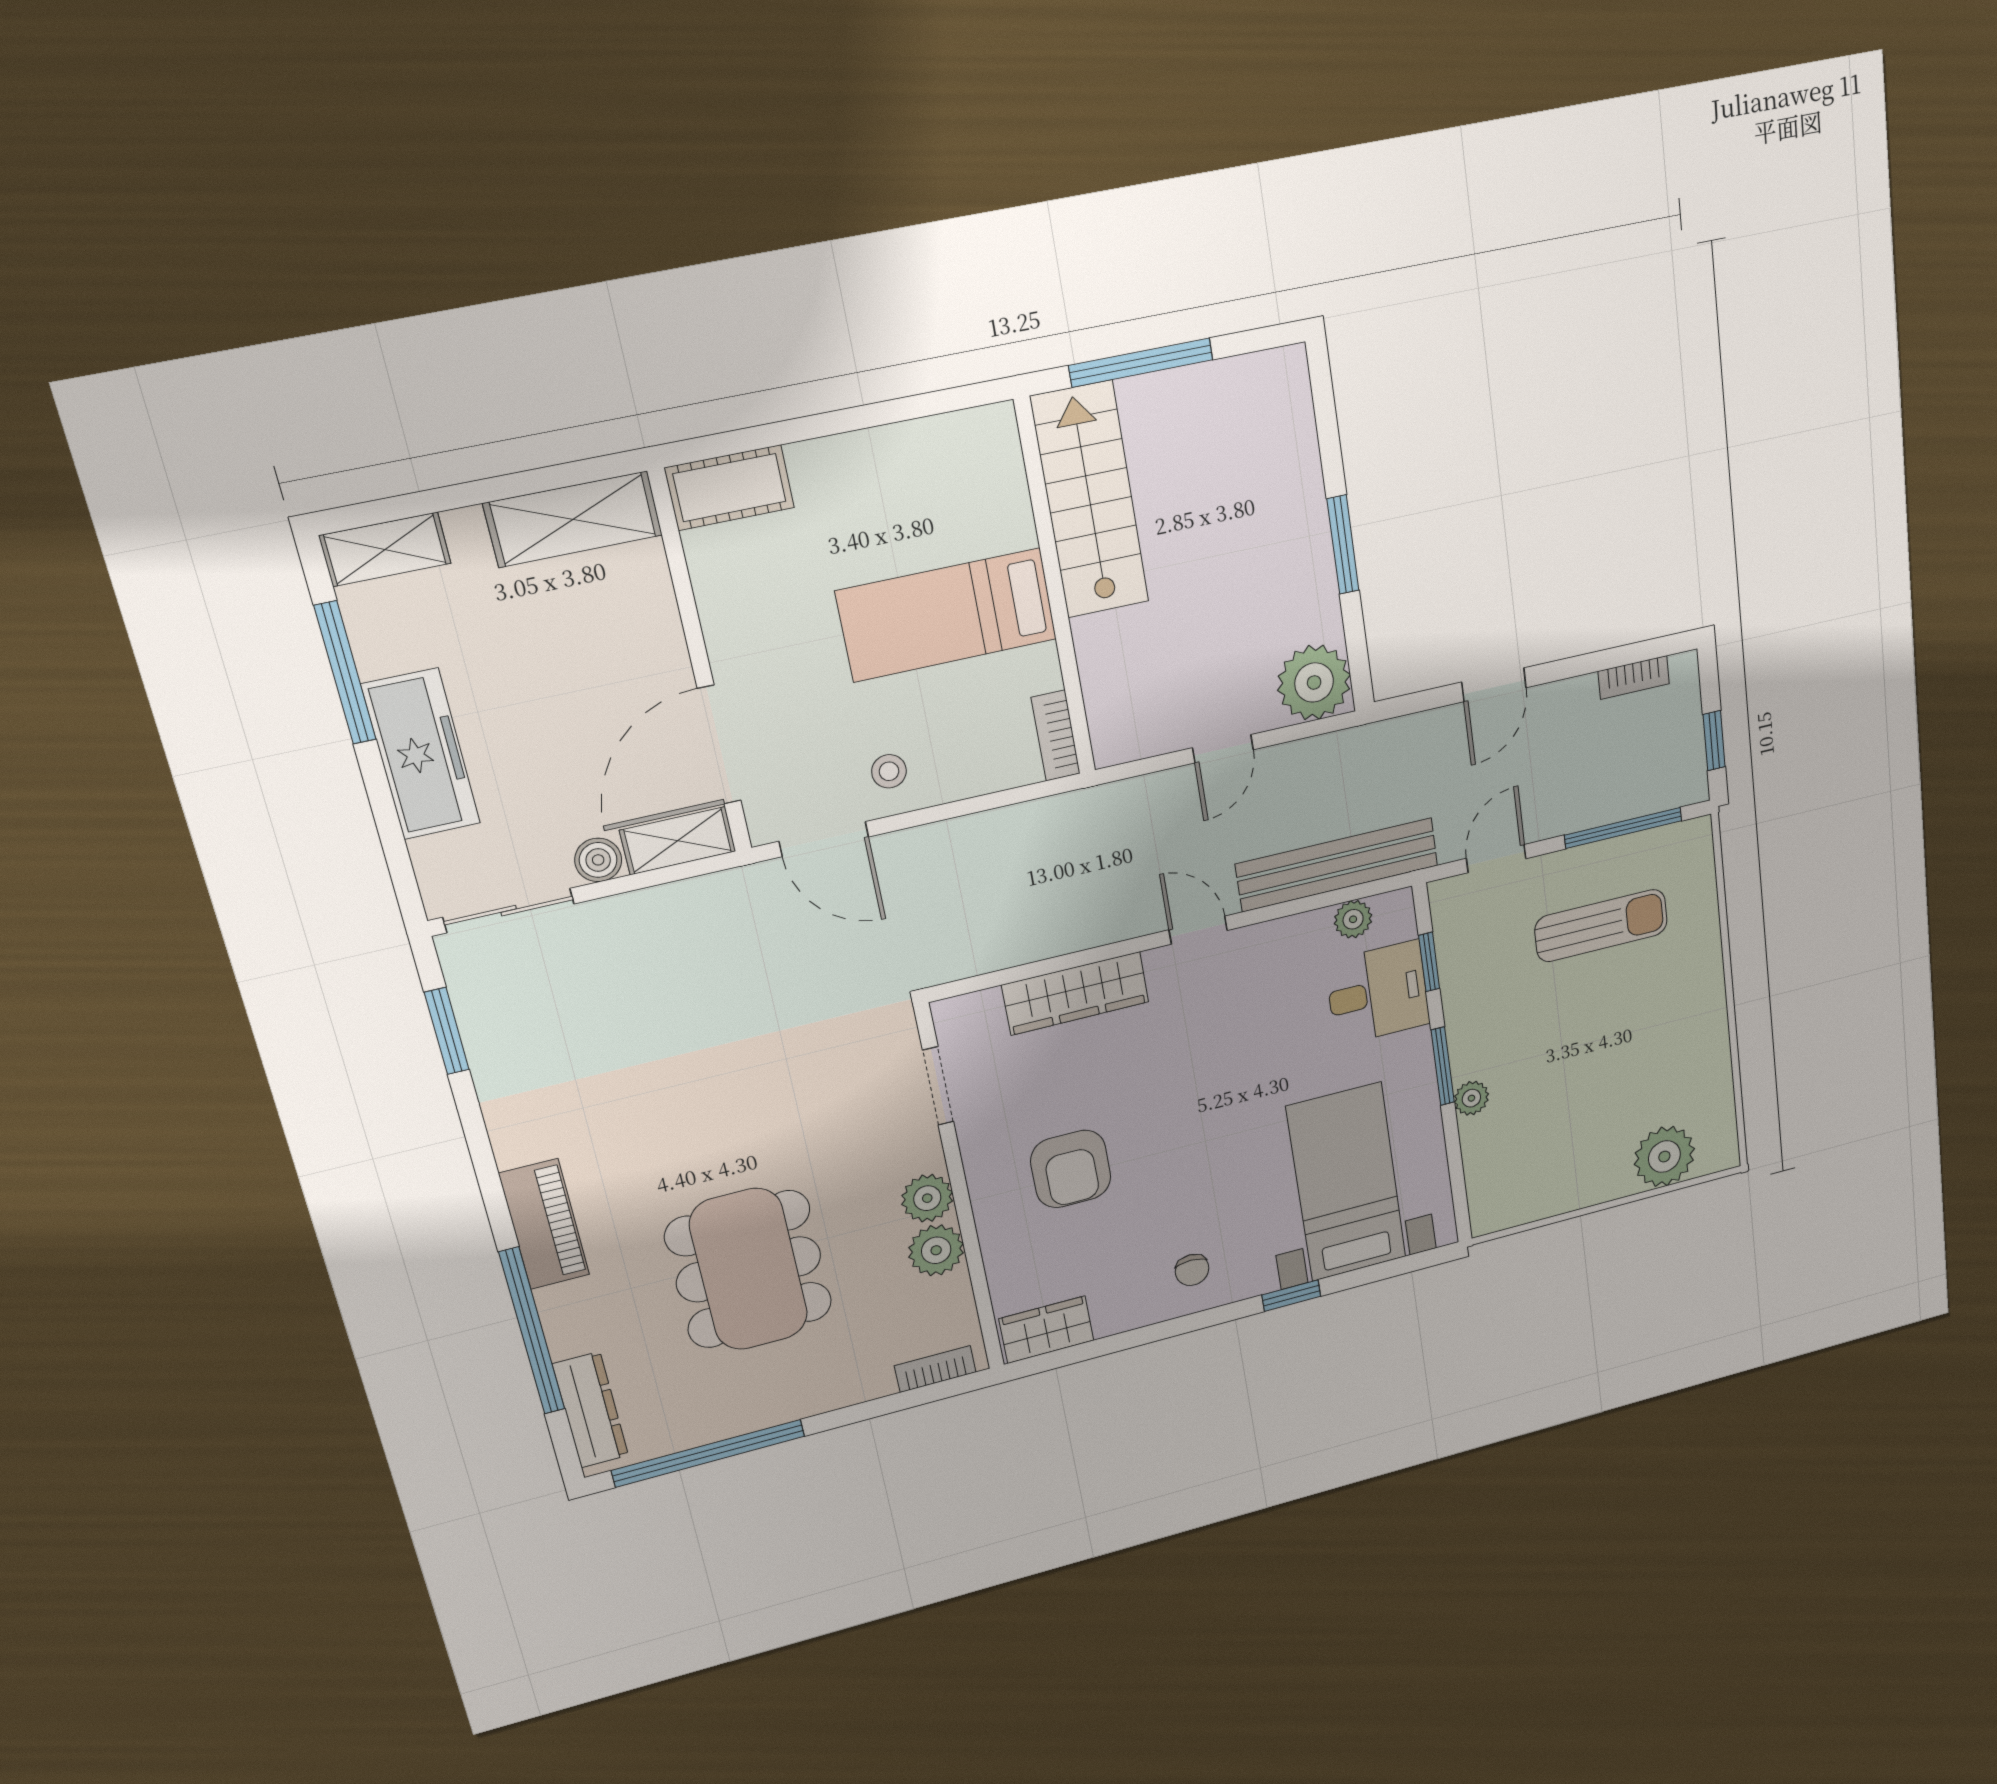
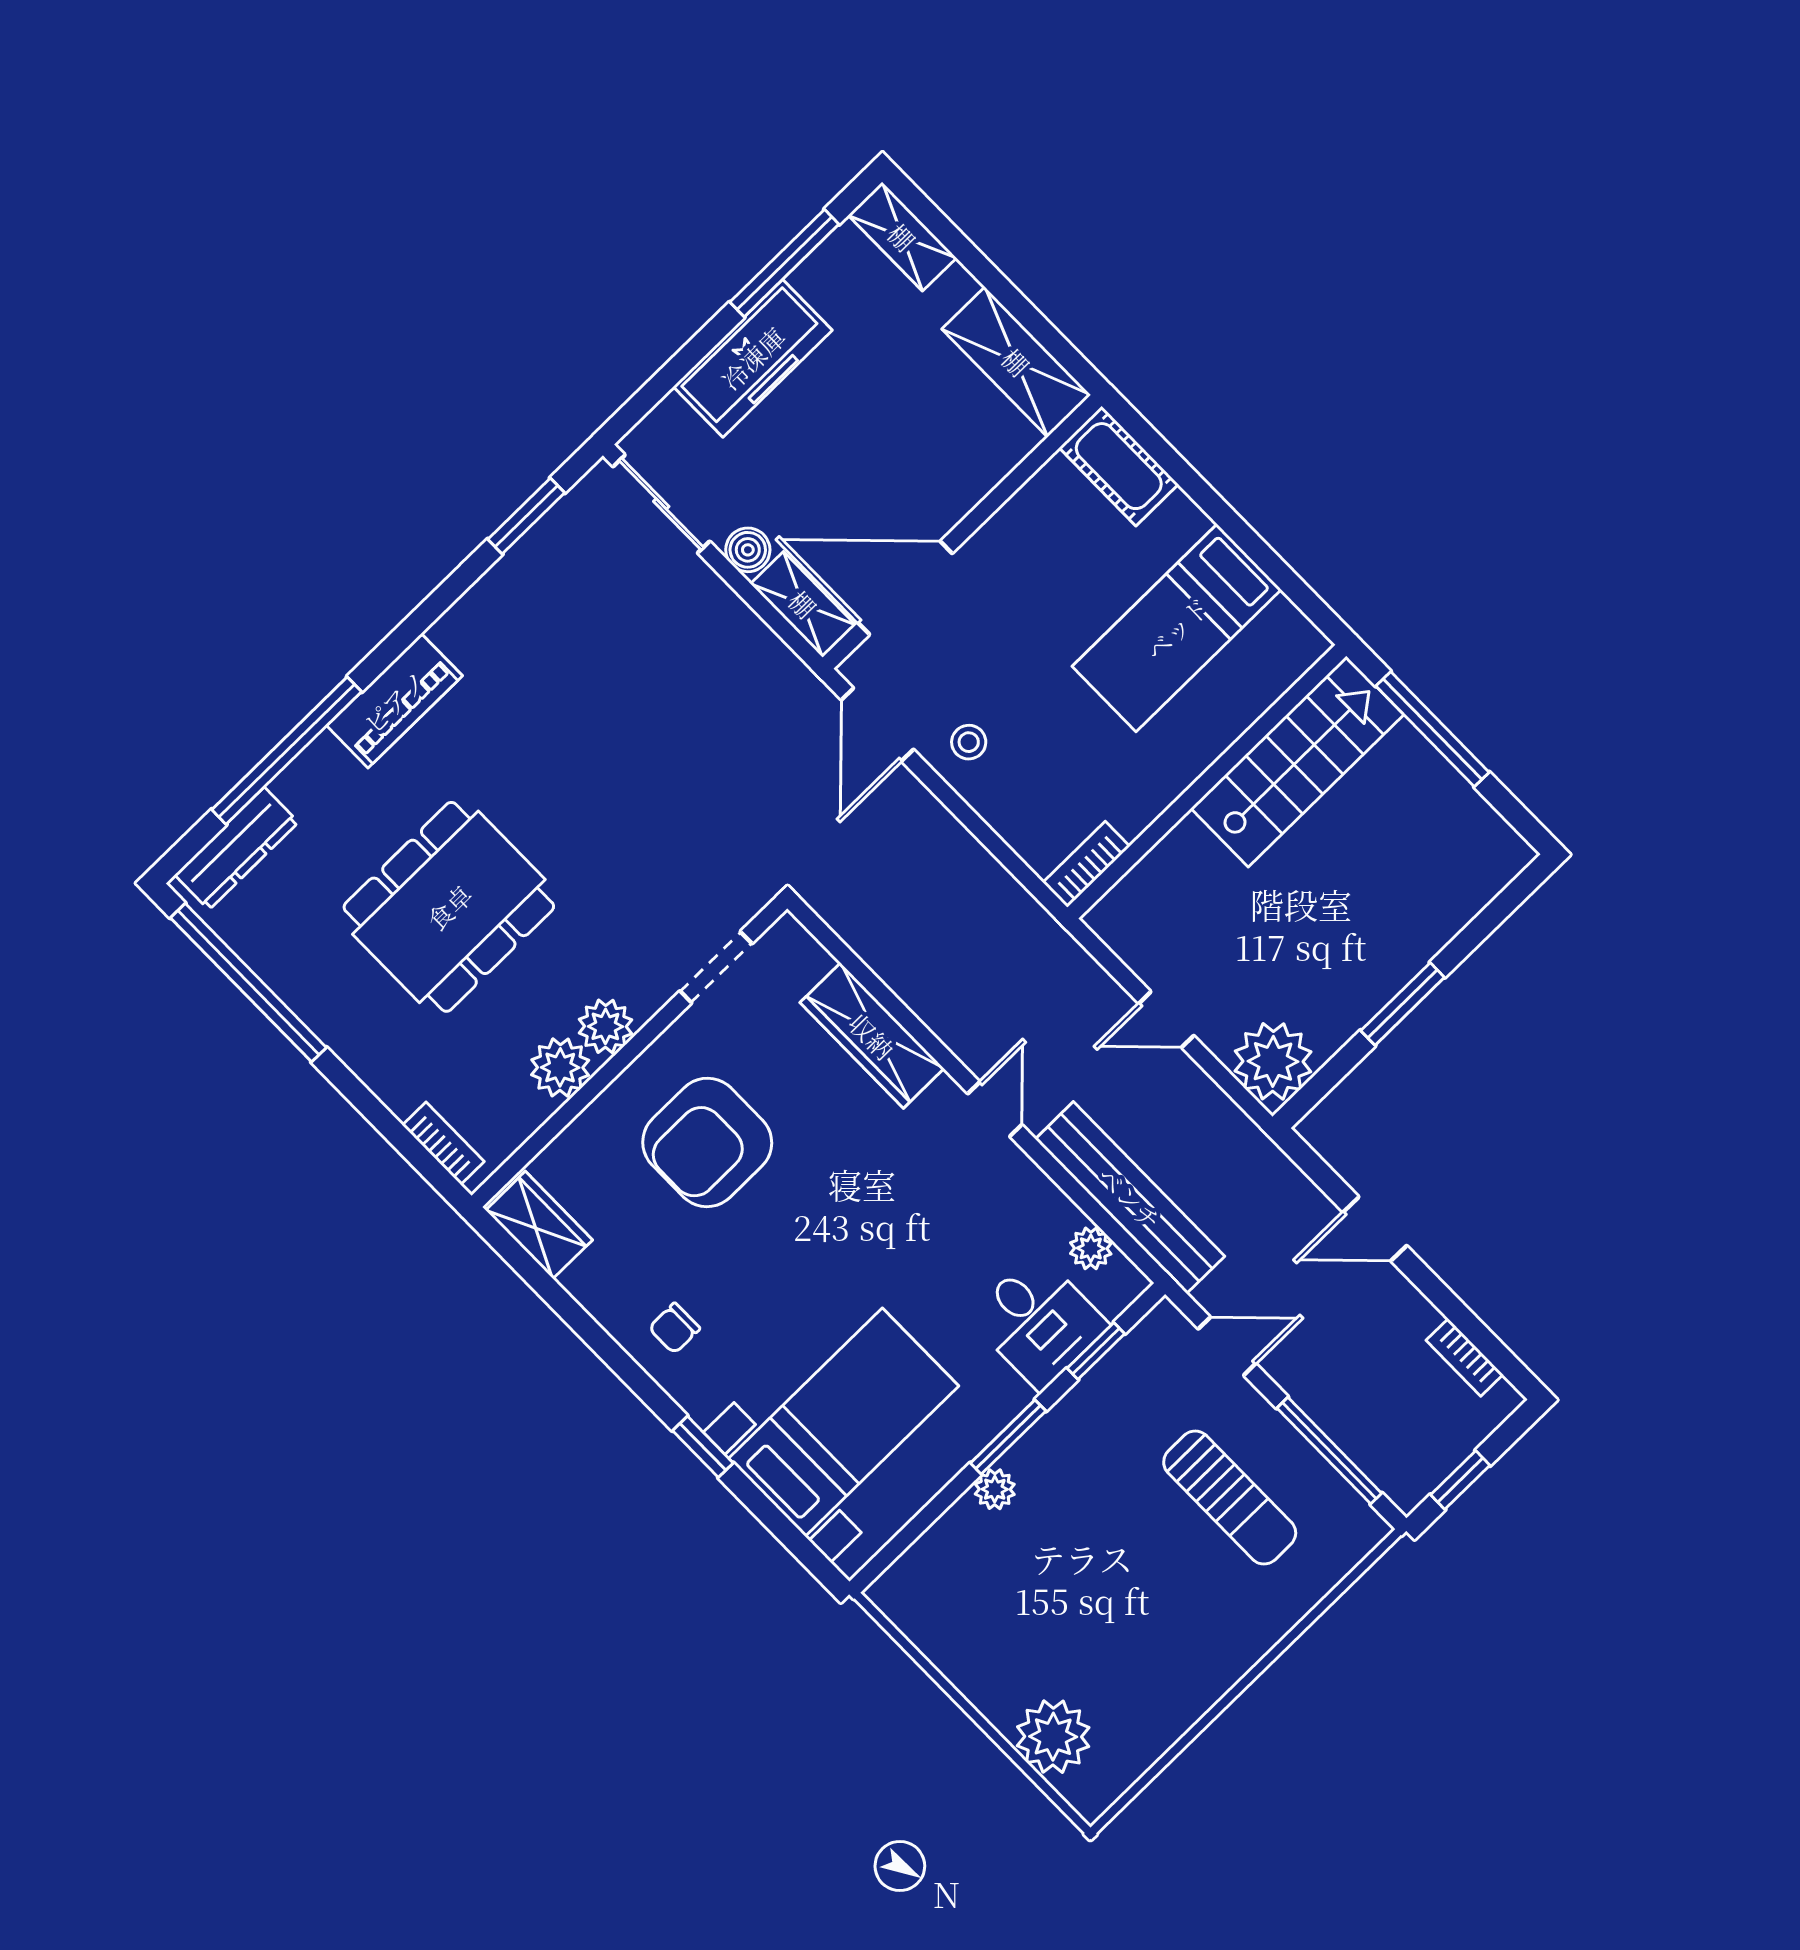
bed: (947, 615) -> (1177, 628), moved, turned -90
armchair: (1071, 1169) -> (707, 1142), width x1.36, depth x1.36

